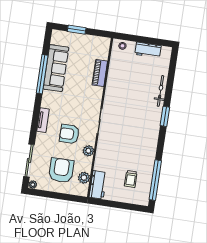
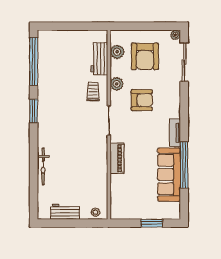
piano: (100, 73) -> (117, 158), moved
window: (165, 116) -> (34, 111), moved
tv unit: (43, 120) -> (175, 133), moved
trolley: (131, 179) -> (93, 92), moved
workbench: (98, 185) -> (99, 59), moved

